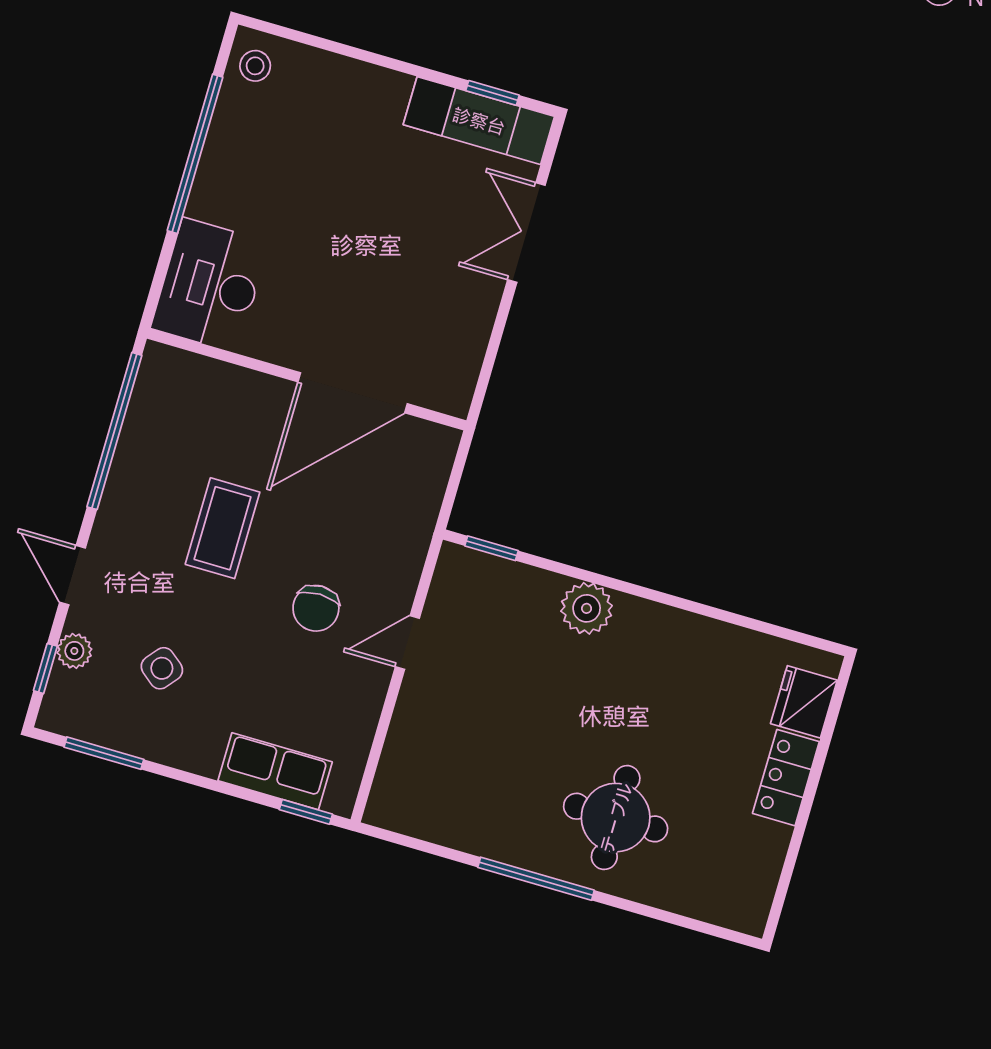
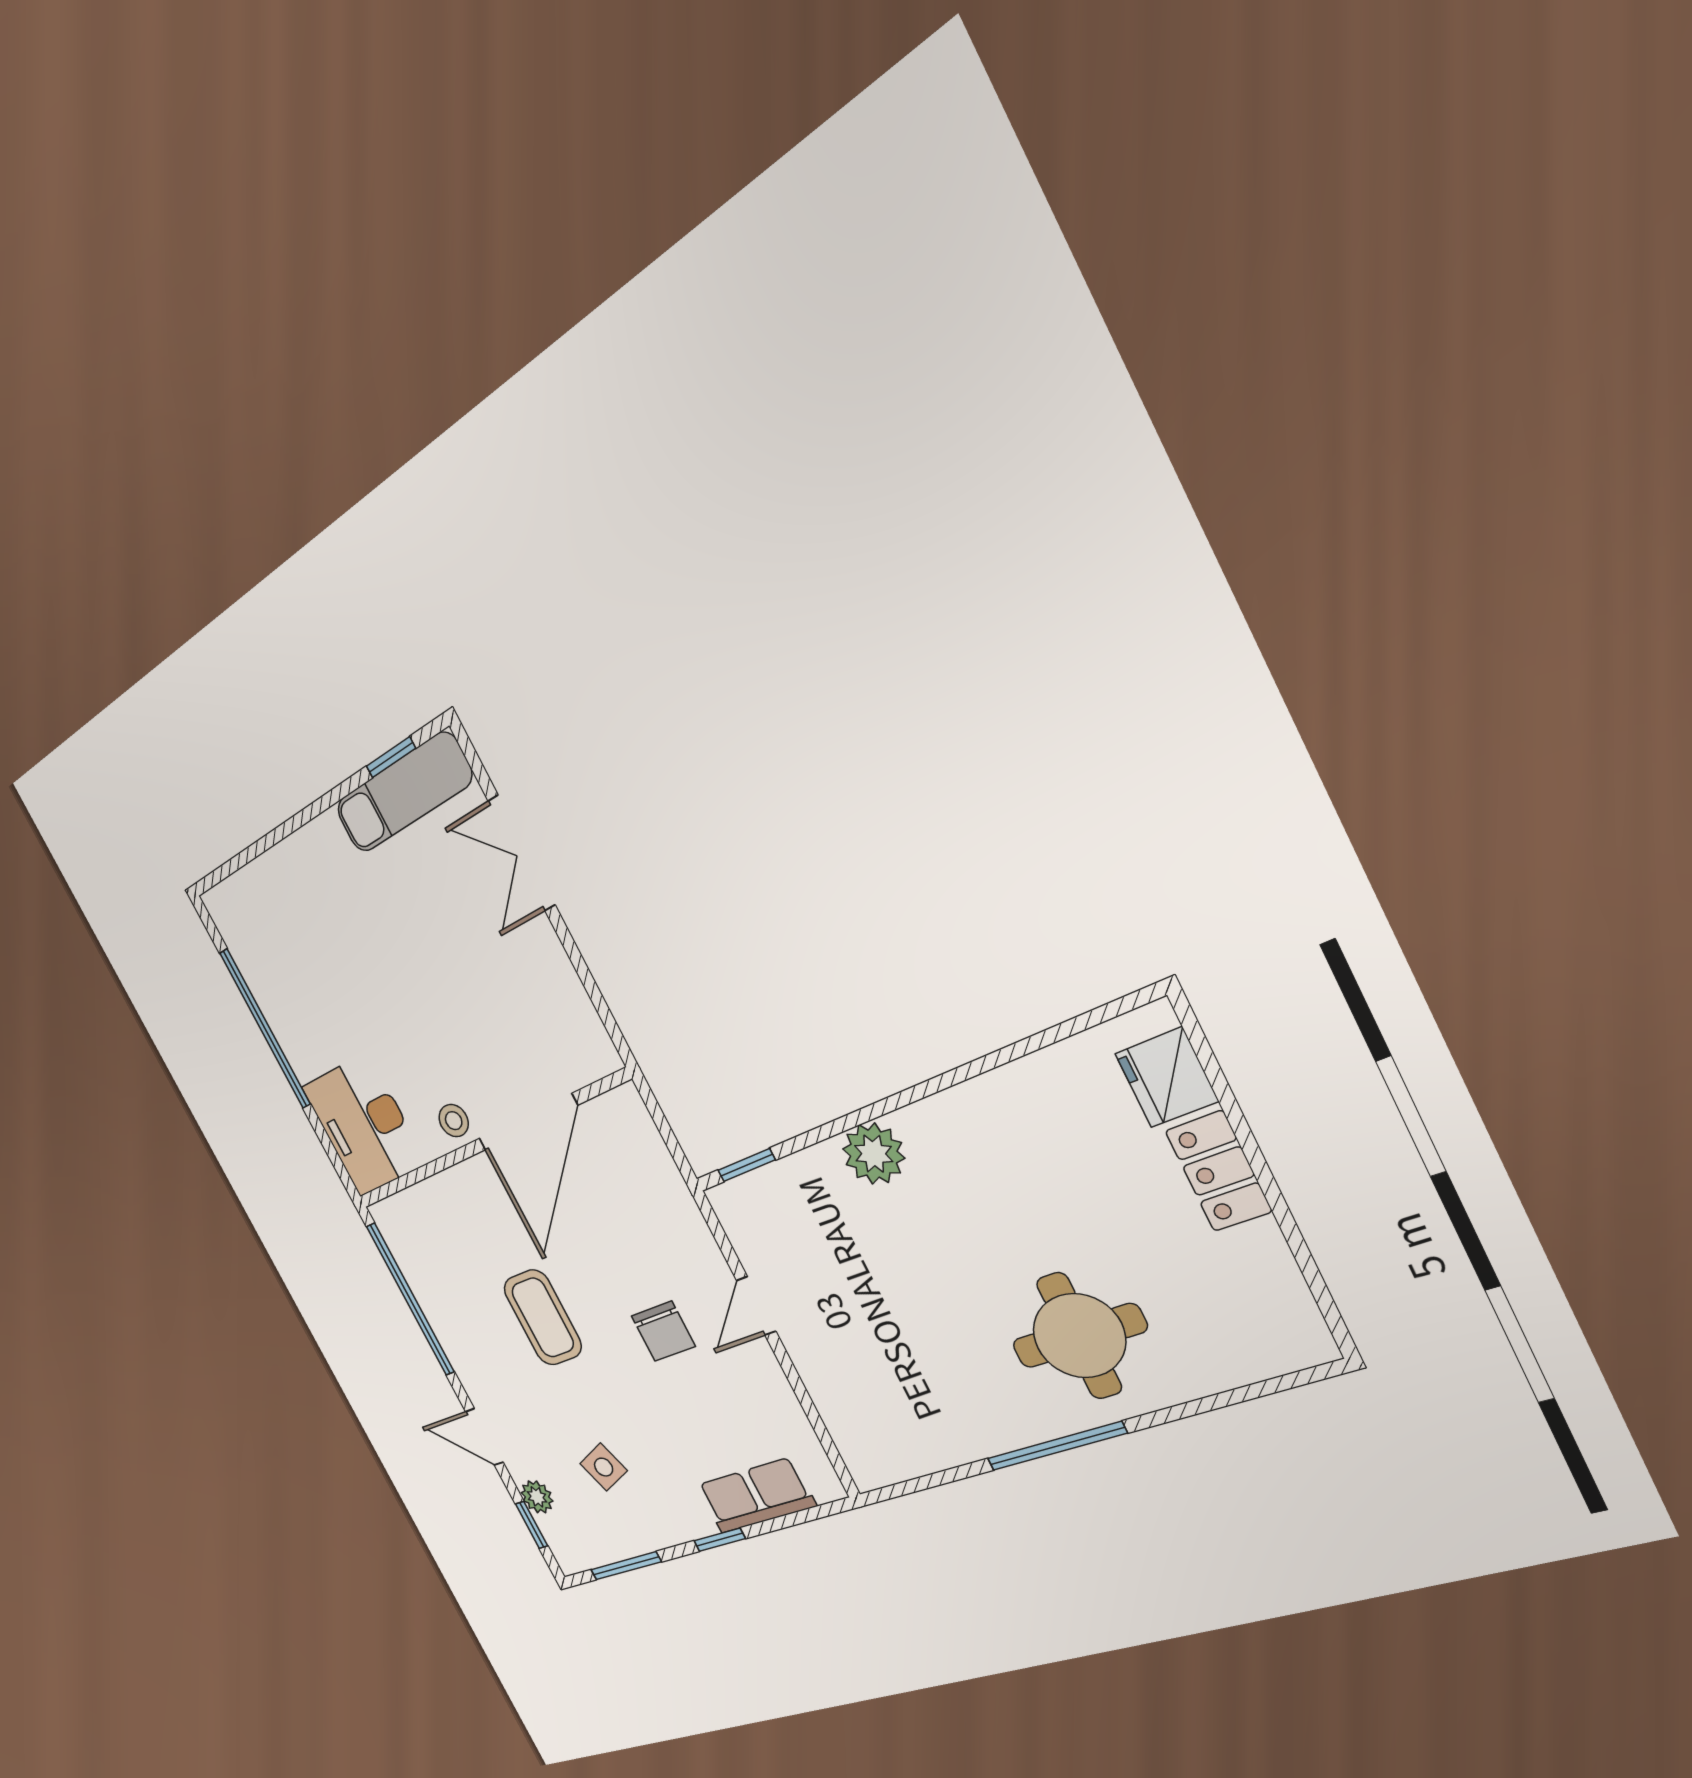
stool: (255, 66) -> (454, 1121), moved
side table: (162, 668) -> (604, 1467), turned 30
window: (306, 812) -> (720, 1540), moved

